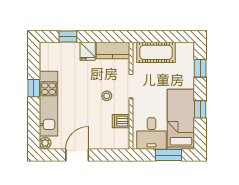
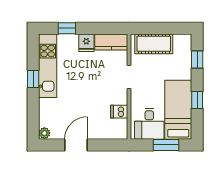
stool: (107, 96) -> (105, 87), removed
kitchen unit: (48, 104) -> (48, 66), moved

